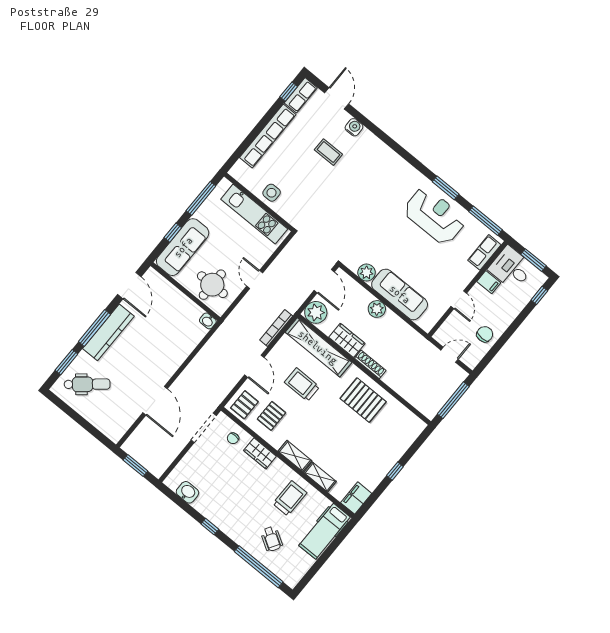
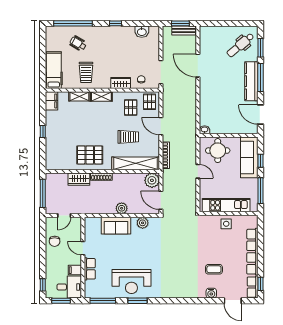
row of seats: (484, 252) -> (90, 269), moved
sofa: (400, 294) -> (116, 226), width x0.73
wardrobe: (347, 340) -> (79, 179), moved
bench: (138, 454) -> (184, 30), added

